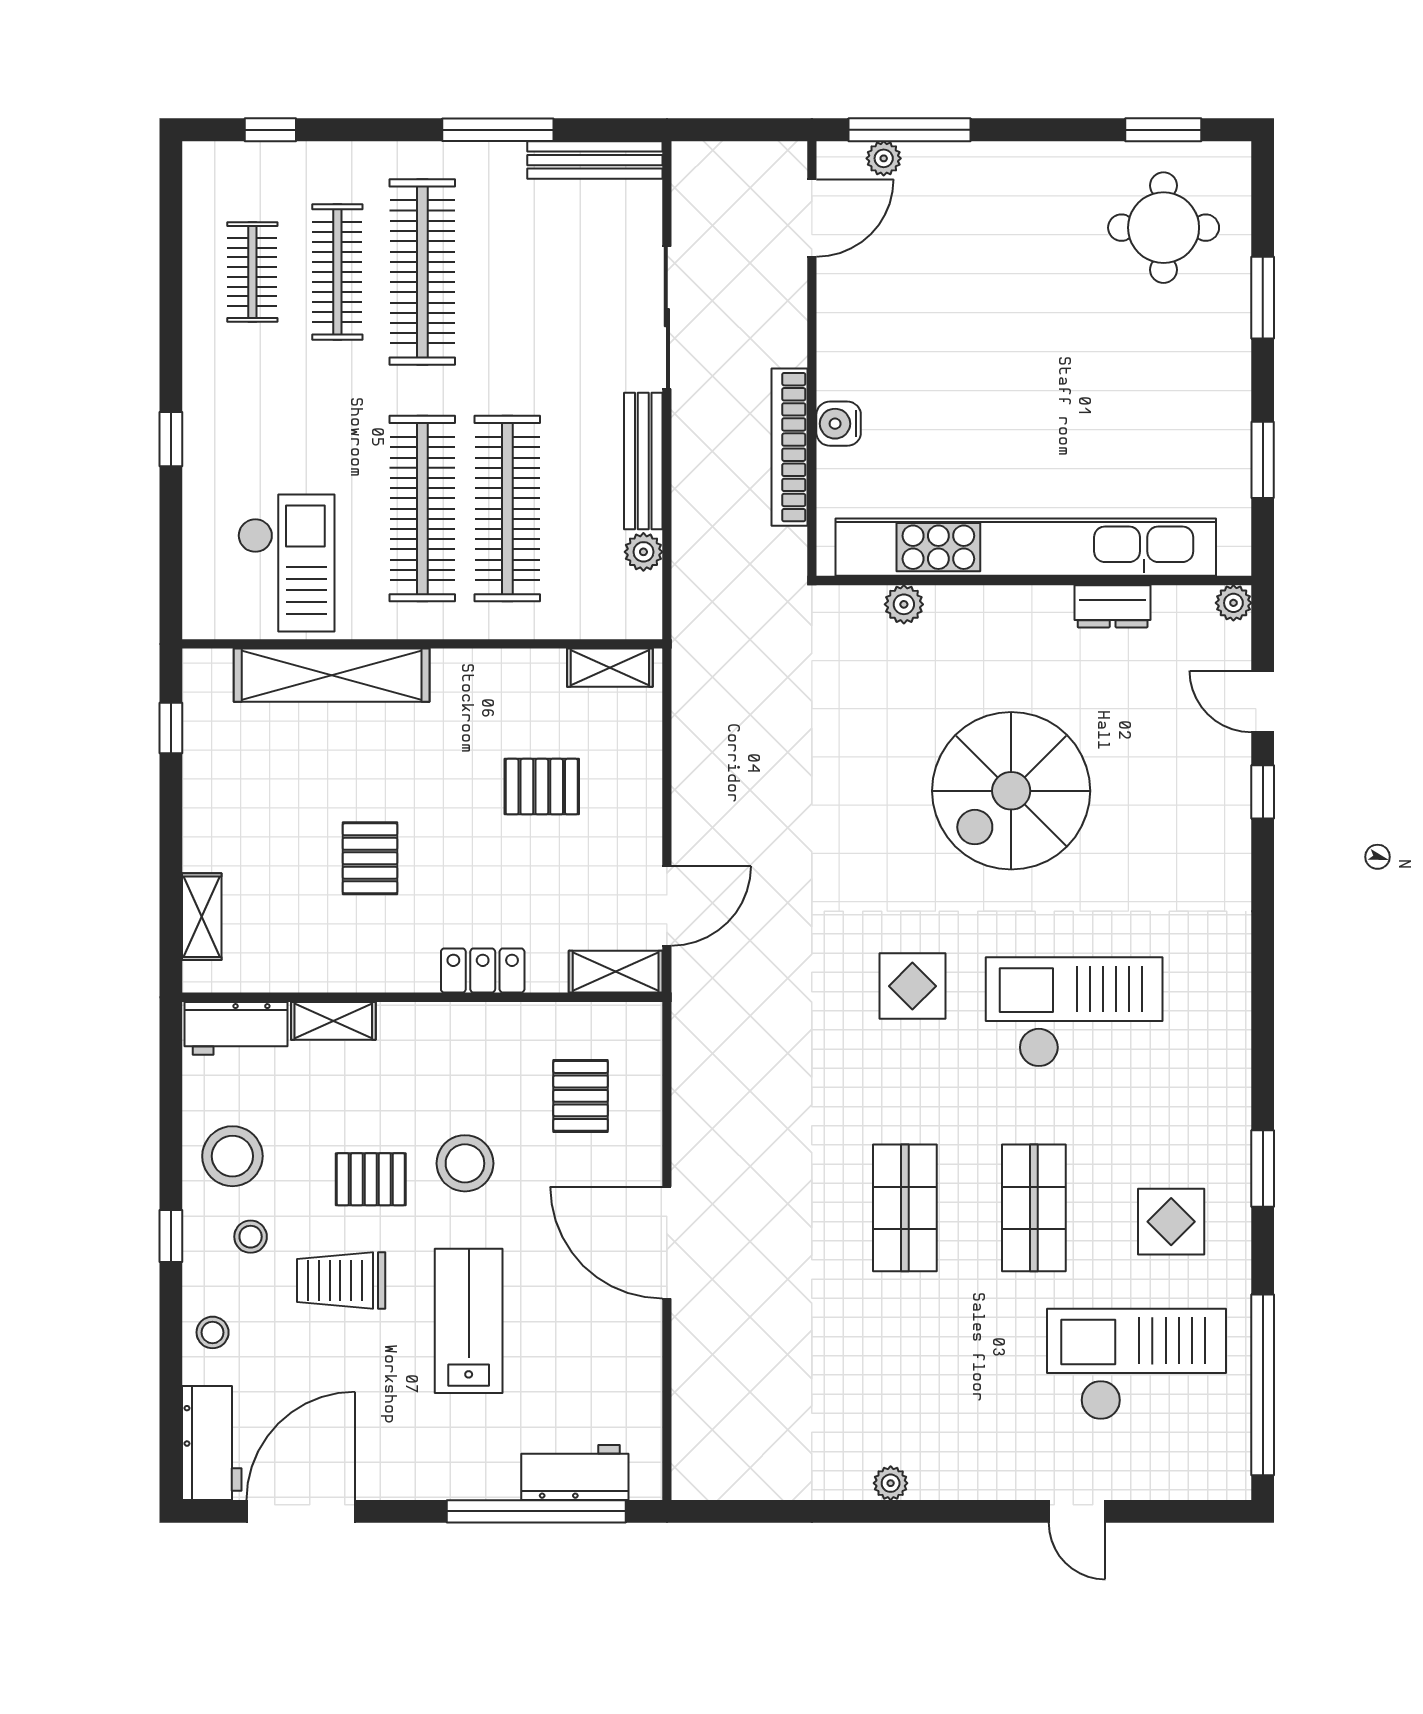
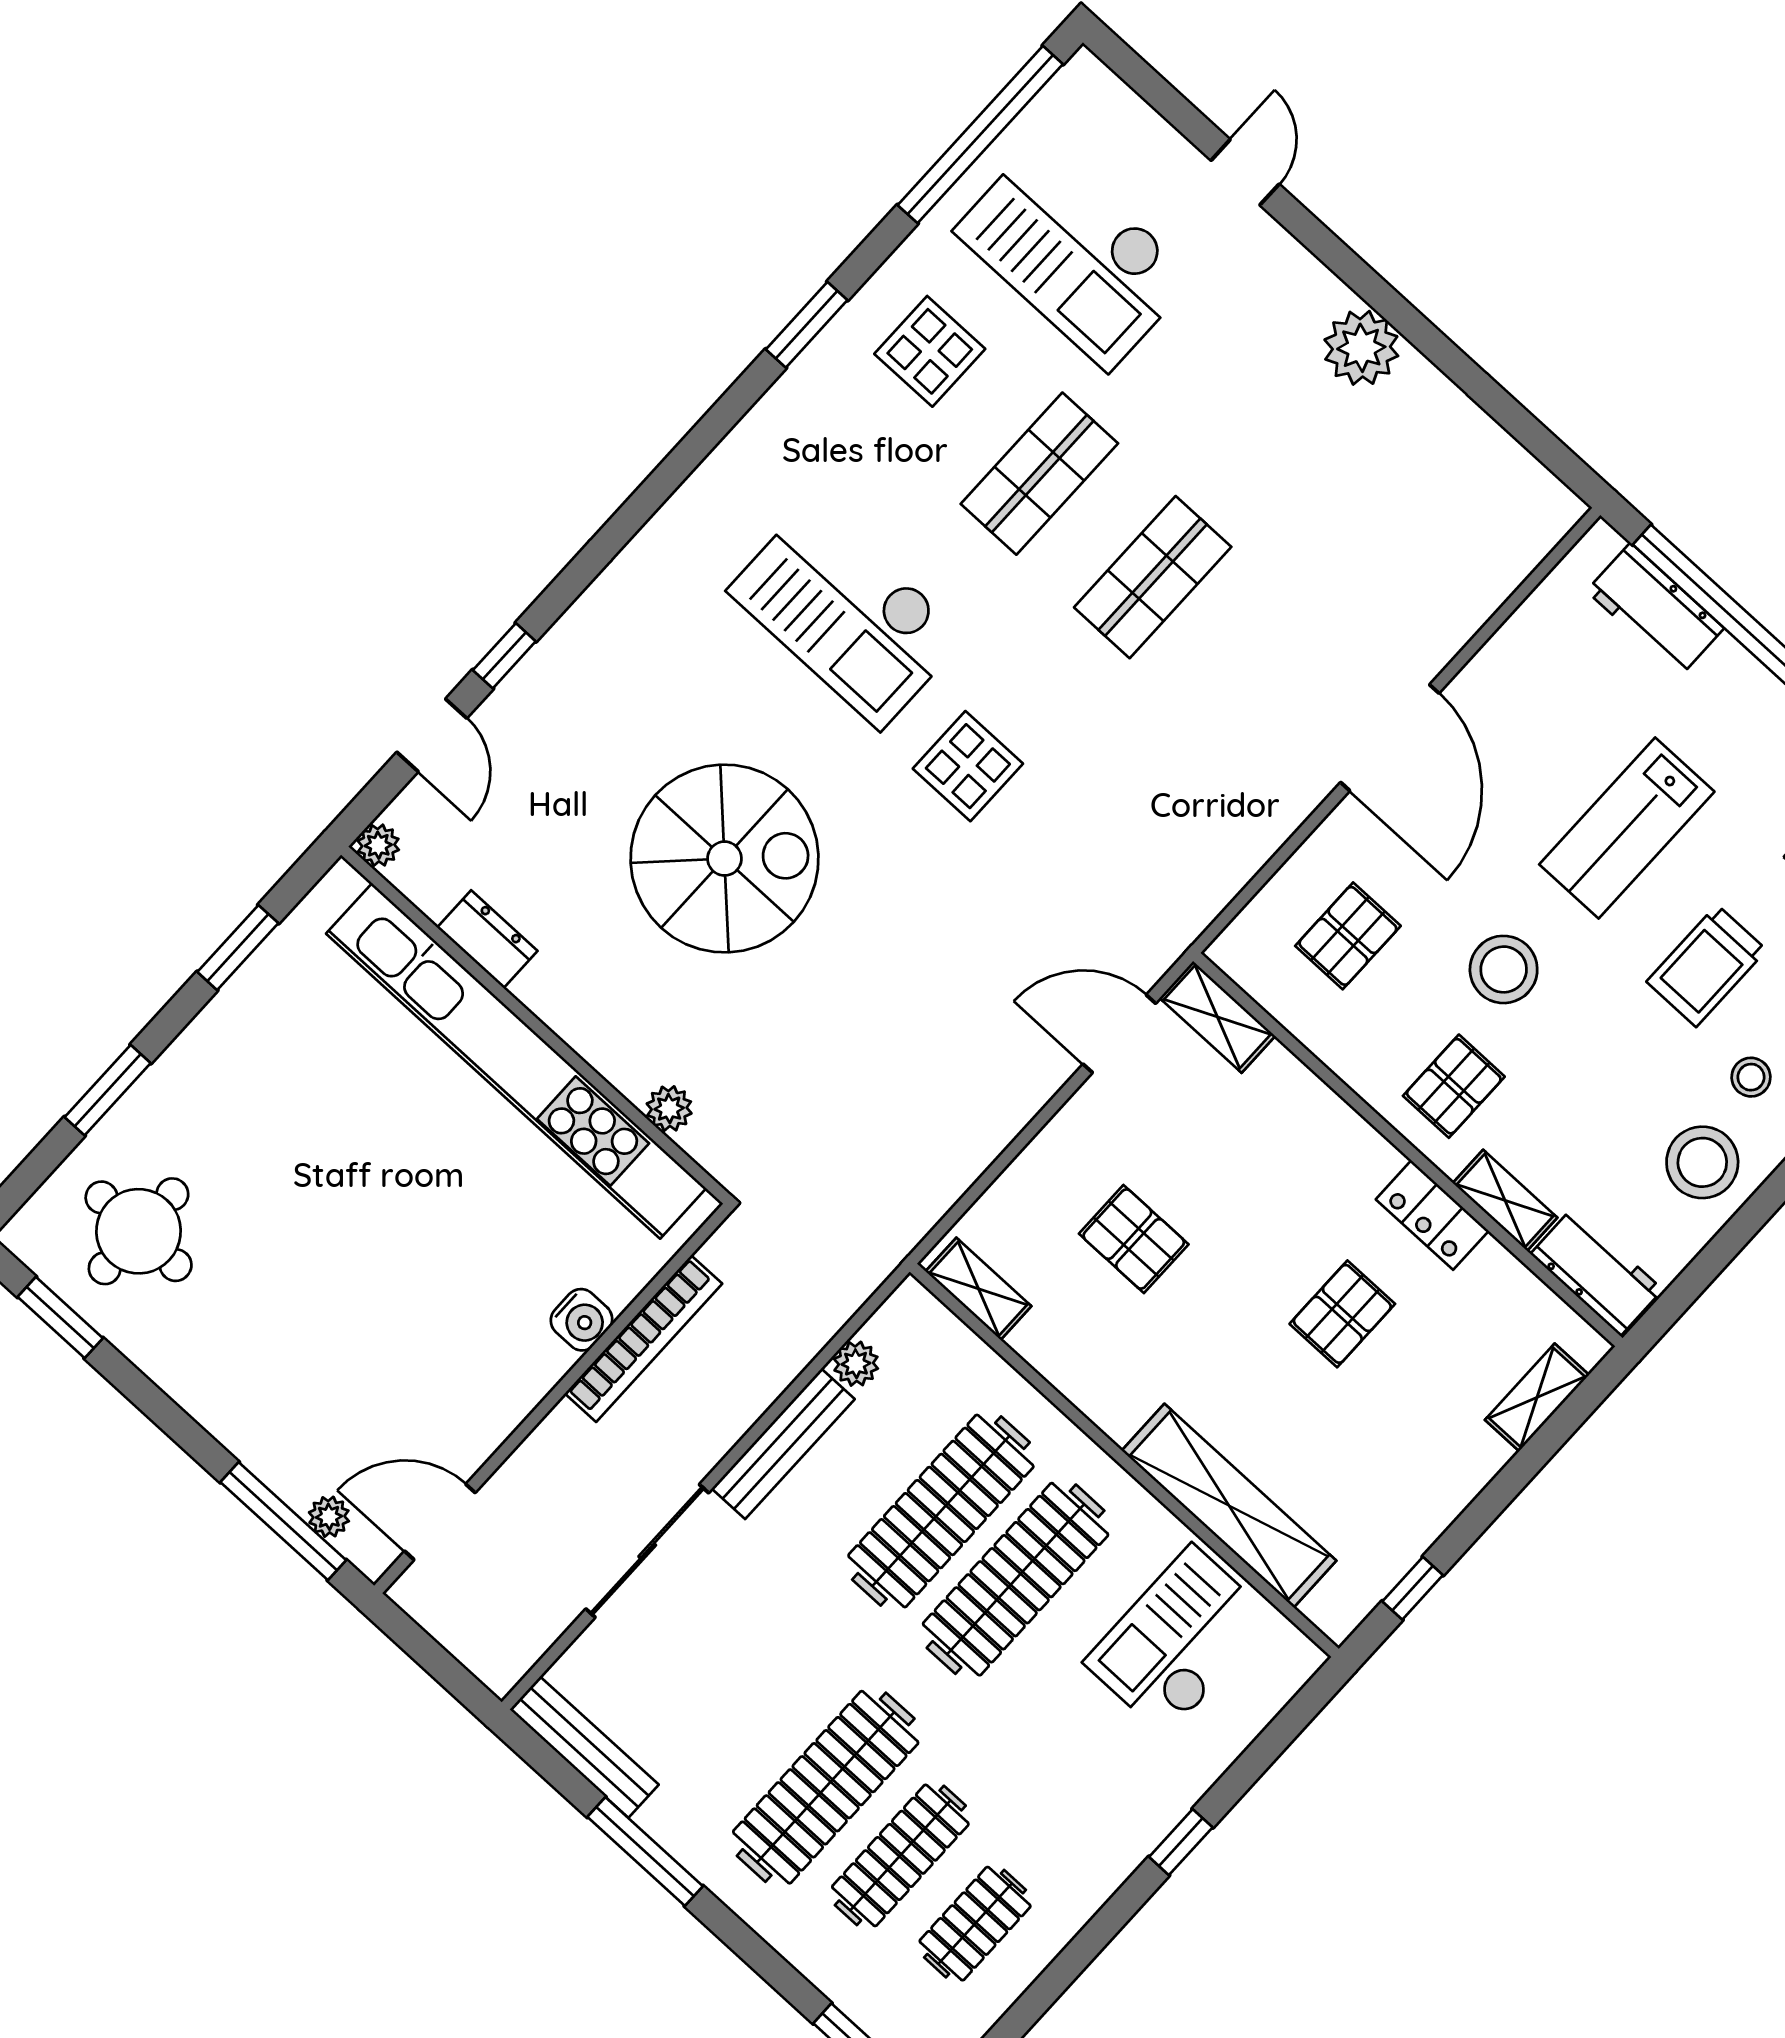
locker: (483, 971) -> (1432, 1215), moved
pallet: (371, 1179) -> (1454, 1086), moved, turned 90
trolley: (341, 1280) -> (1706, 966), turned 90
plant: (891, 1483) -> (1361, 348), width x1.88, depth x1.88

